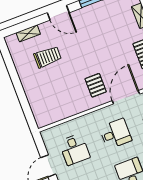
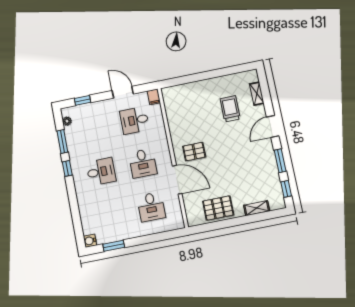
trolley: (48, 57) -> (230, 109), turned 180
filing cabinet: (48, 134) -> (154, 97), added

